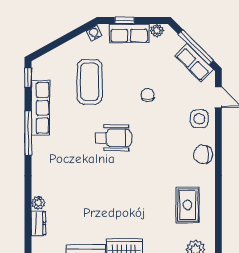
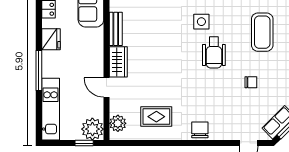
coffee table: (90, 82) -> (262, 32), turned 90
side table: (199, 119) -> (201, 22), moved

